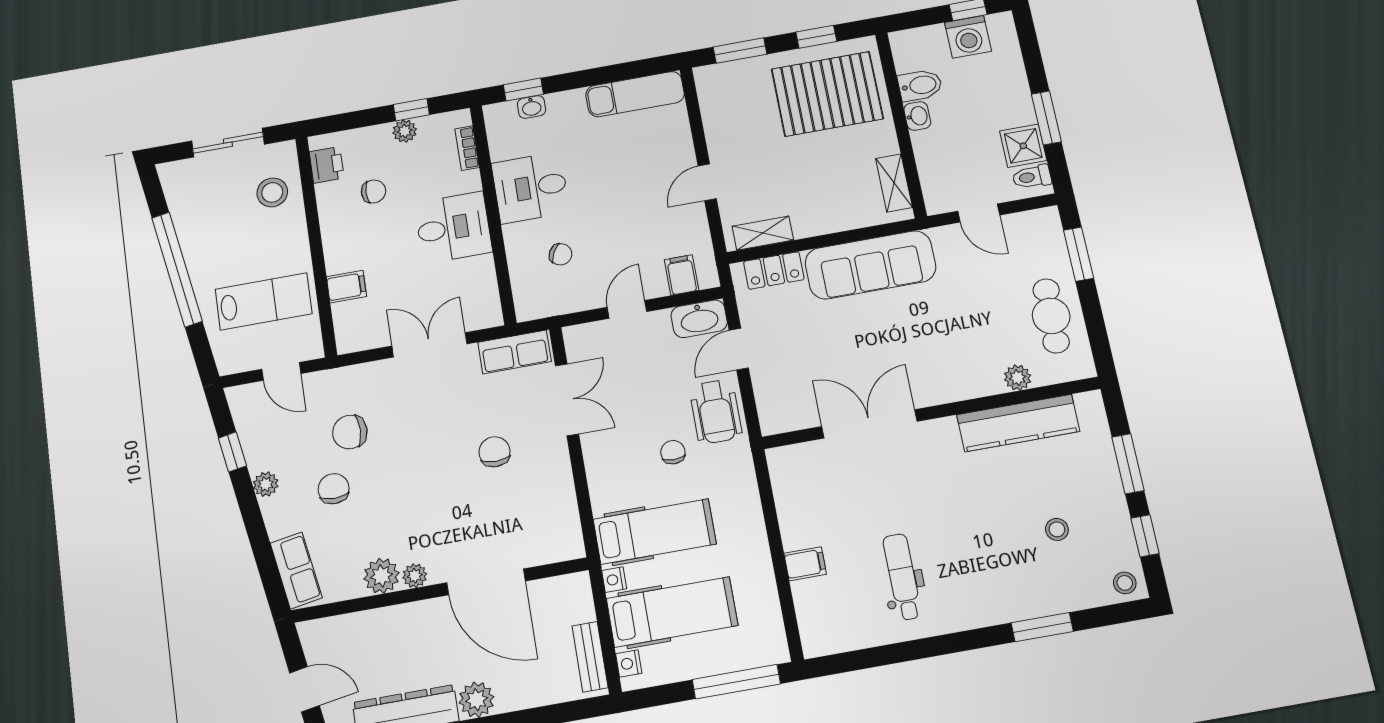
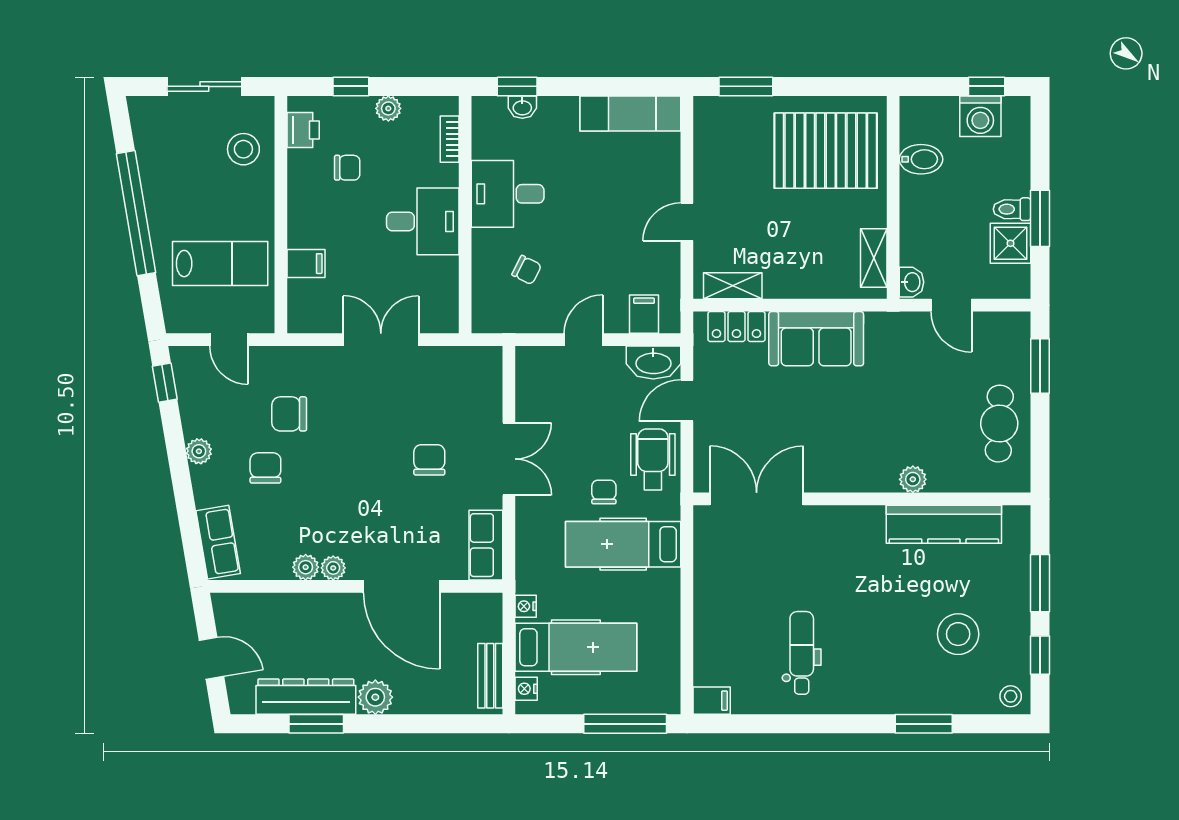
window: (816, 37) -> (826, 86), removed
window: (411, 110) -> (351, 86), moved
washbasin: (917, 116) -> (912, 282), moved
toilet: (1032, 177) -> (1012, 209), moved
sofa: (870, 265) -> (816, 339), width x0.73
row of seats: (515, 352) -> (486, 545), moved, turned 90
plant: (1018, 378) -> (913, 479), moved
double door: (567, 400) -> (509, 459), moved
wheelchair: (716, 412) -> (653, 459), turned 180
double door: (869, 424) -> (757, 499), moved
window: (232, 452) -> (165, 383), moved
stool: (1057, 529) -> (958, 634), width x1.89, depth x1.89
hospital bed: (655, 532) -> (623, 544), moved, turned 180
filing cabinet: (805, 564) -> (712, 701), moved
plant: (381, 576) -> (306, 567), width x0.73, depth x0.73

